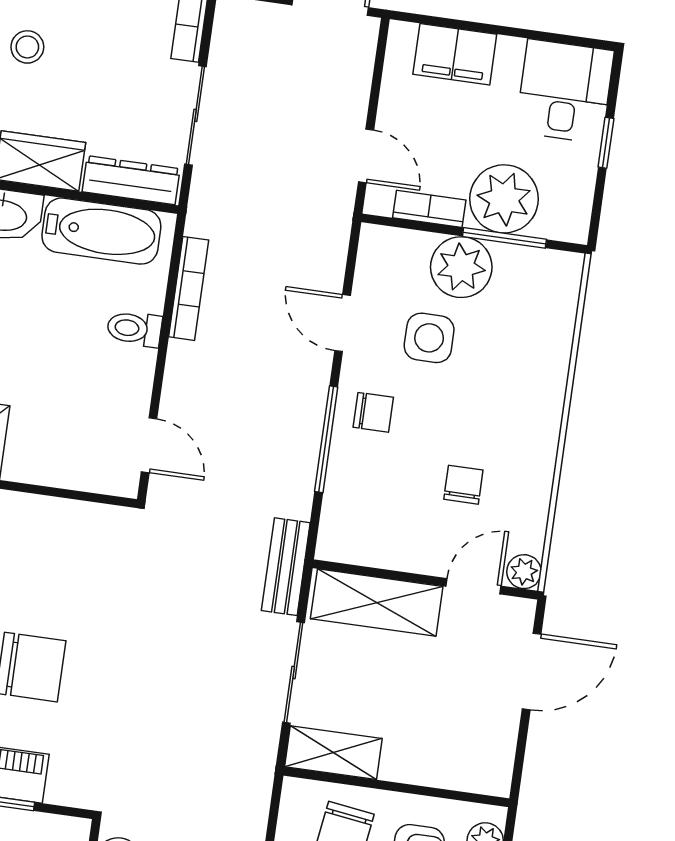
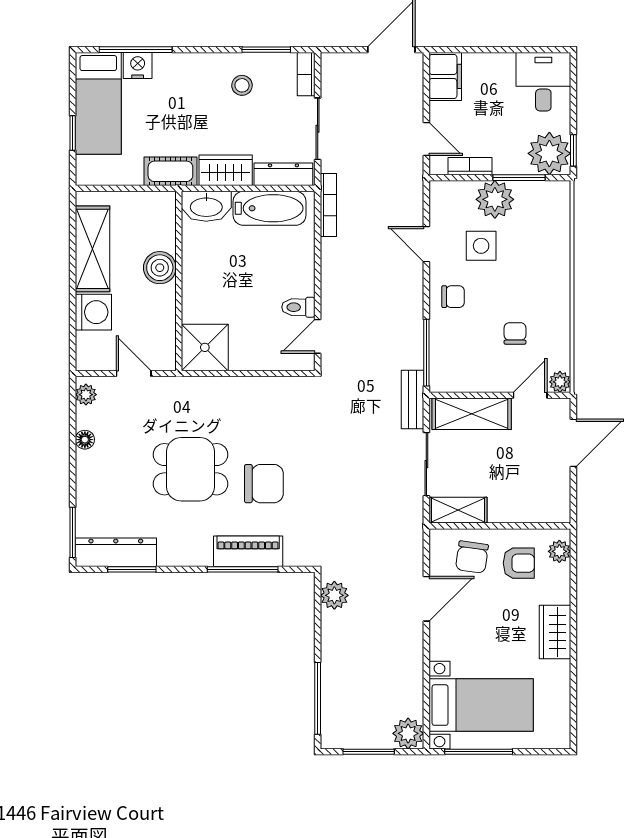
stool: (27, 47) -> (242, 85), moved
filing cabinet: (455, 54) -> (445, 76), moved, turned -90
window: (606, 143) -> (573, 150), moved
plant: (504, 199) -> (549, 153), moved
bookcase: (189, 288) -> (328, 205), moved
toilet: (134, 329) -> (298, 307), moved
window: (326, 439) -> (426, 353), moved
door: (149, 445) -> (318, 336), swing flipped

